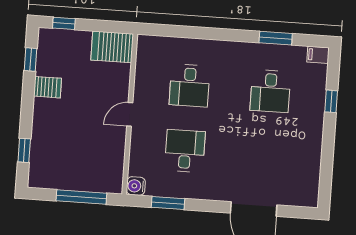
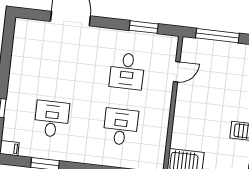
door: (130, 114) -> (177, 72), moved
water cooler: (136, 186) -> (170, 43), removed

